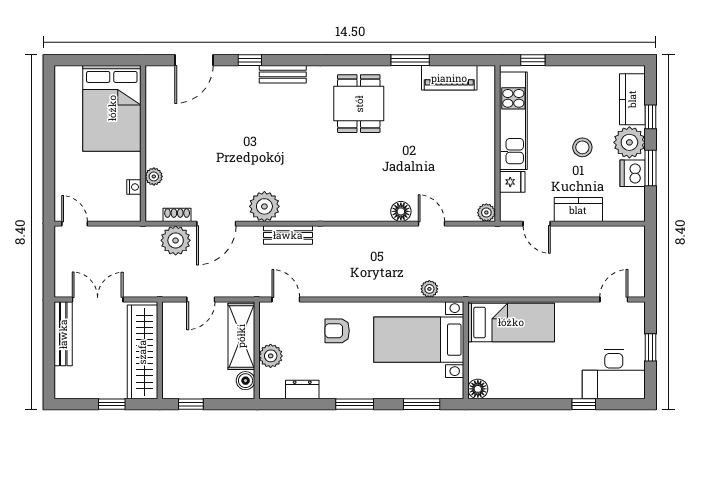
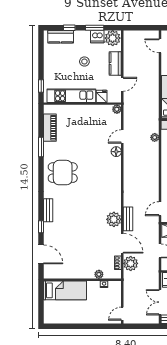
bed: (112, 108) -> (65, 290), width x0.67
plant: (629, 142) -> (113, 38), moved
bench: (288, 235) -> (128, 219), moved

